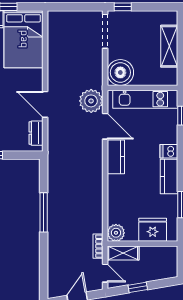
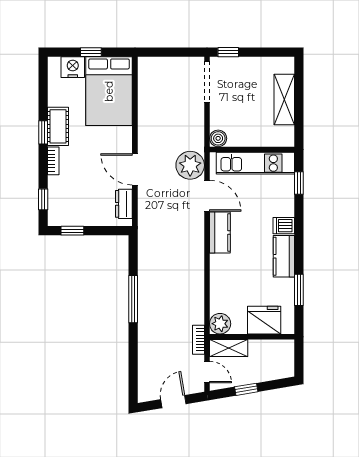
boiler: (120, 72) -> (218, 138), width x0.54, depth x0.54

